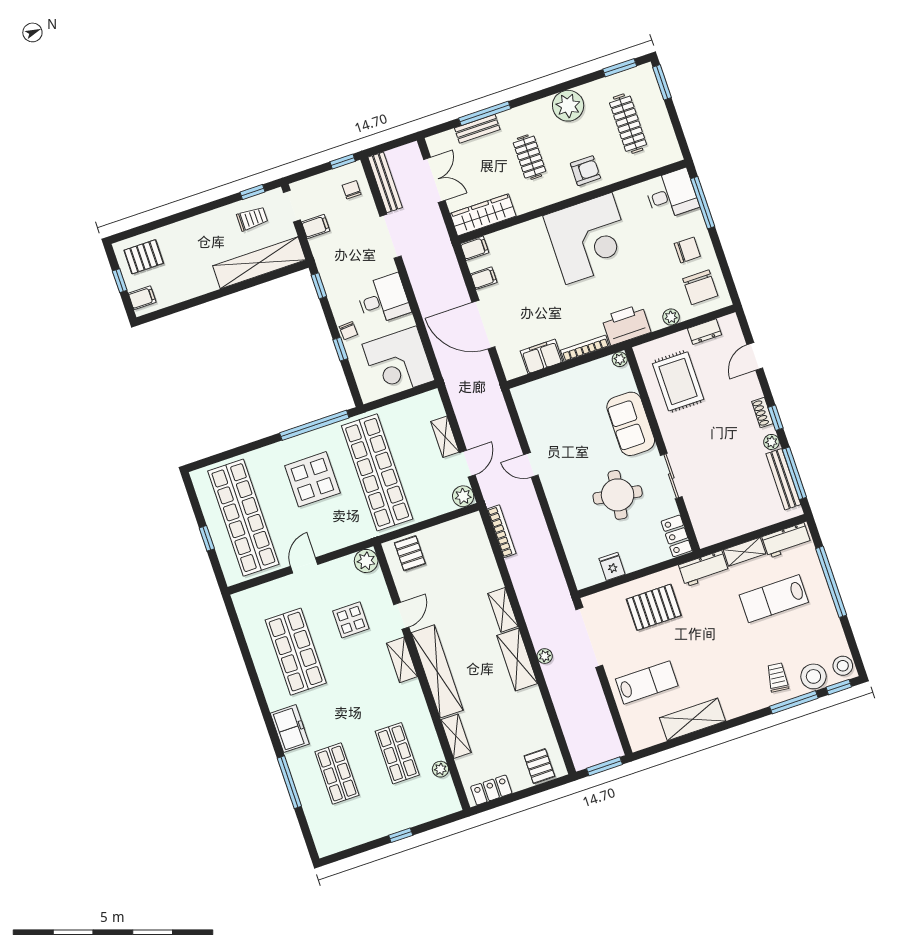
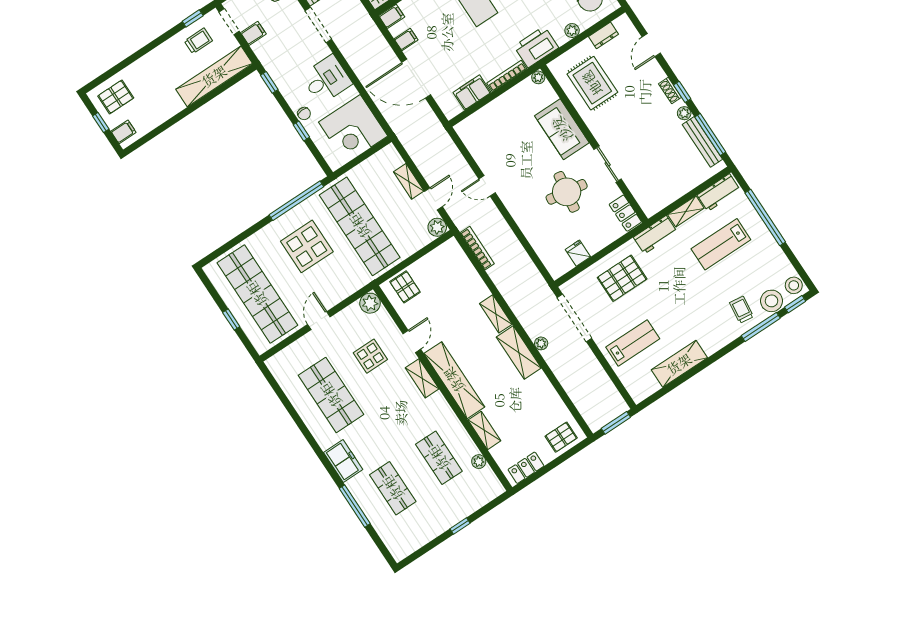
pallet: (539, 766) -> (561, 437), turned 90

